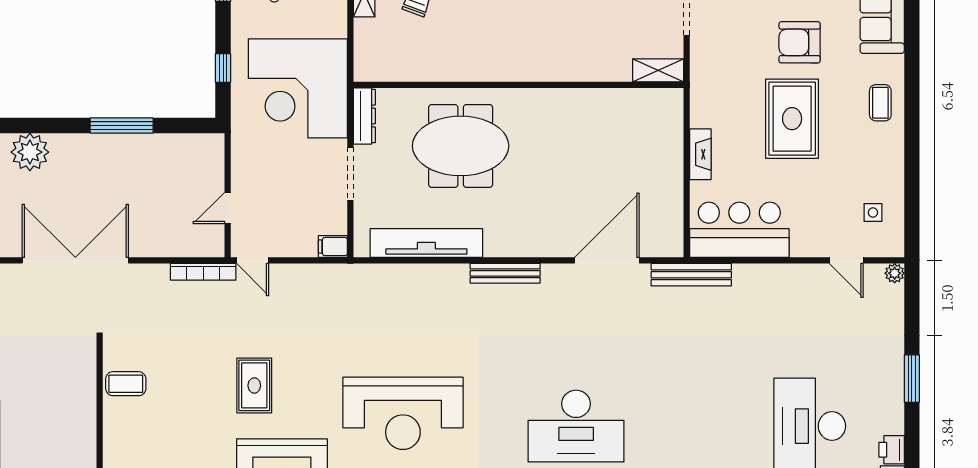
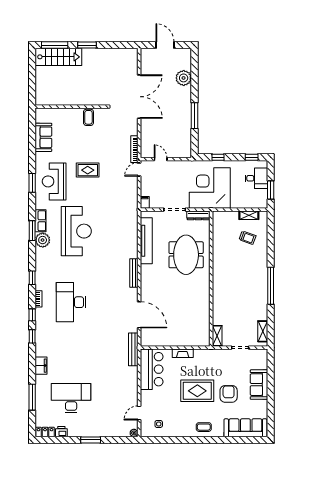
reception desk: (403, 413) -> (76, 231), turned 180

